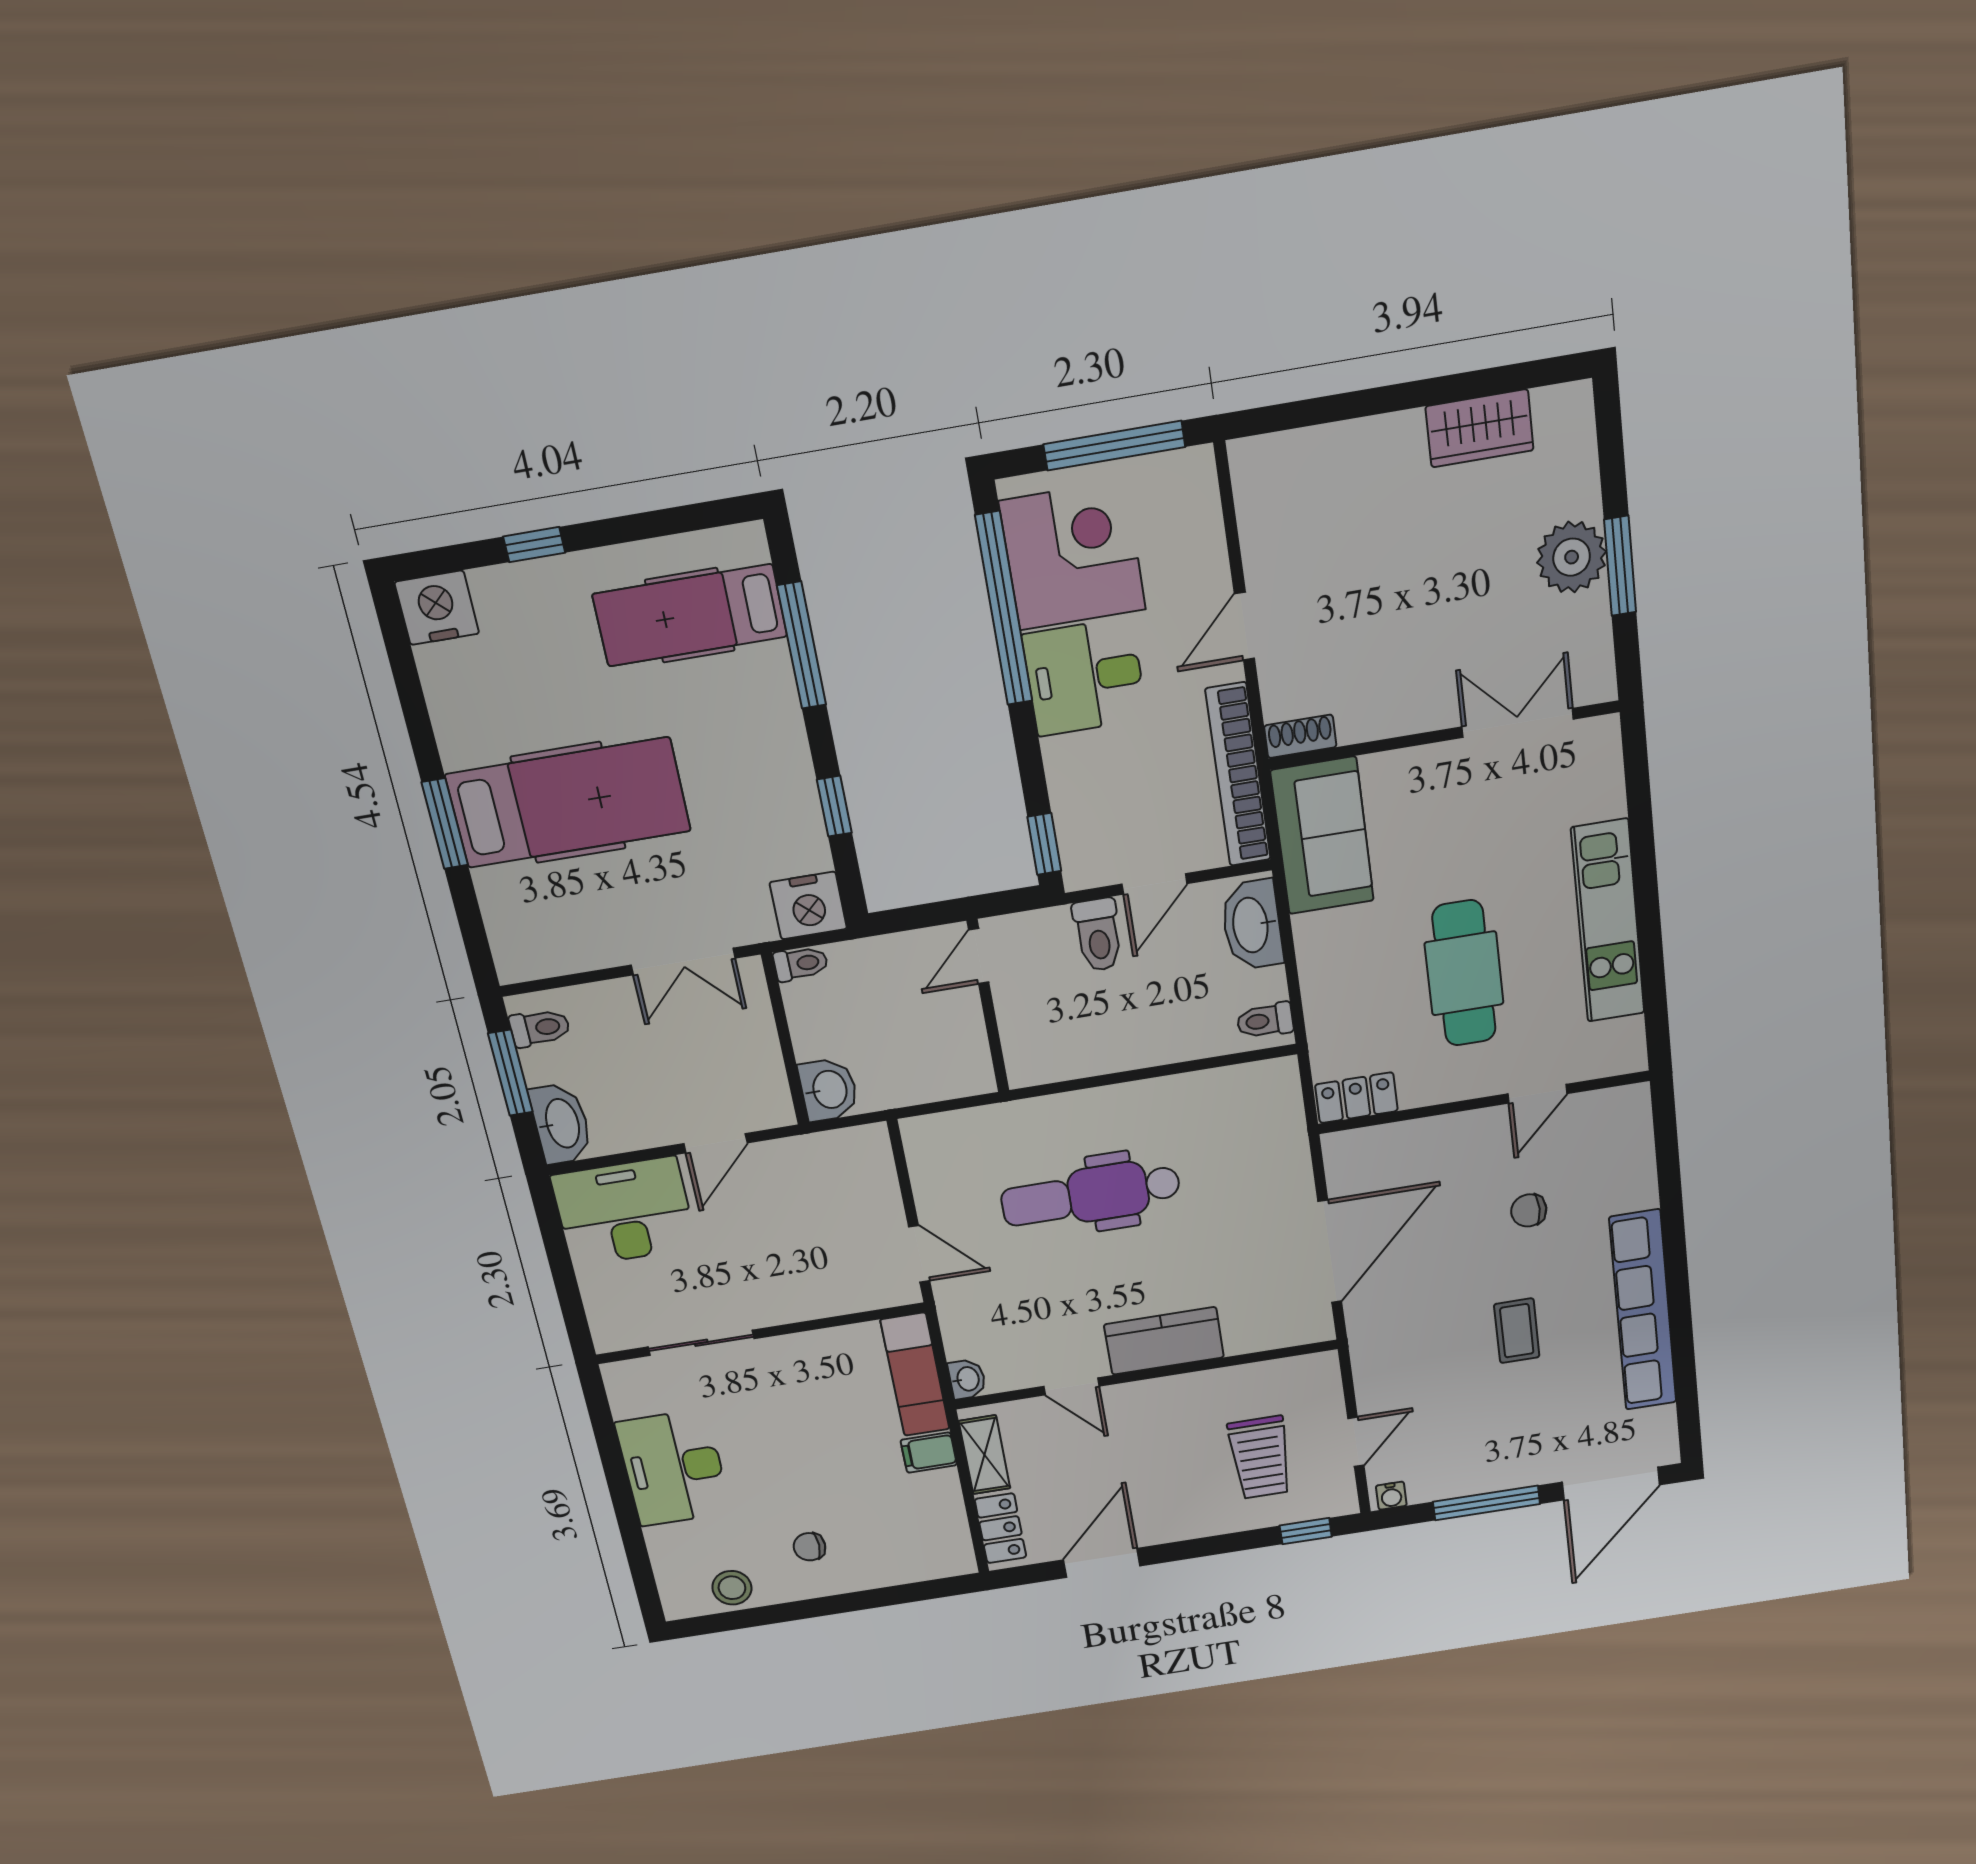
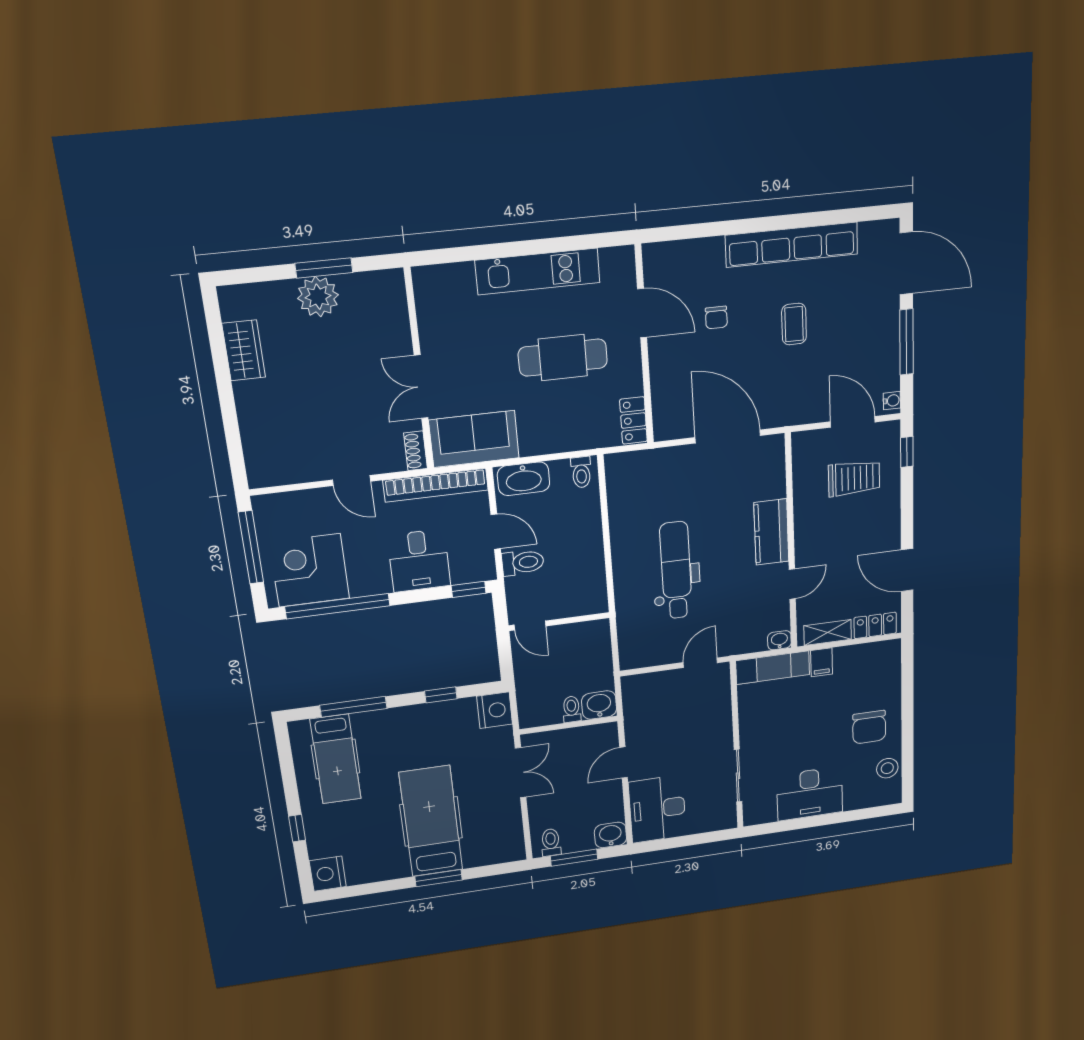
desk: (1085, 677) -> (419, 561), moved
double door: (1518, 723) -> (421, 387), moved
toilet: (801, 964) -> (572, 709), moved
door: (1537, 1094) -> (642, 313), width x1.38
washbasin: (561, 1124) -> (610, 835), width x0.72
door: (715, 1143) -> (624, 763), swing flipped
dental chair: (1091, 1195) -> (676, 570), turned 180
coffee table: (1517, 1331) -> (794, 324), turned 90
door: (1356, 1442) -> (853, 422), width x1.38
chair: (810, 1547) -> (869, 727), width x1.87, depth x1.87

